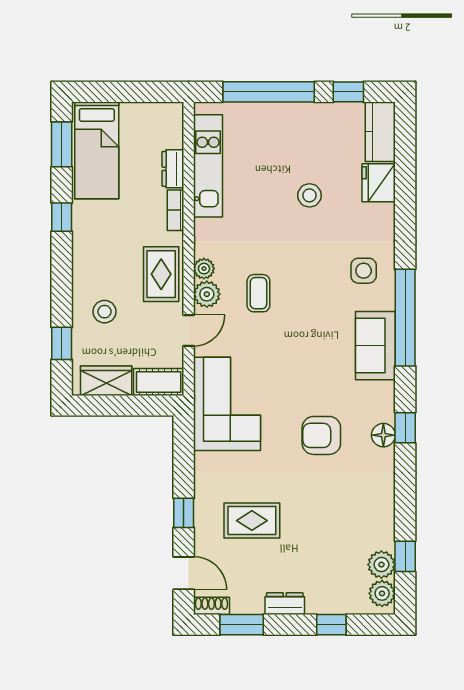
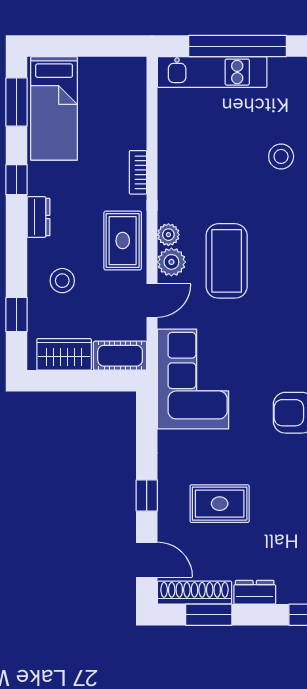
kitchen unit: (208, 166) -> (212, 72), moved, turned 90
dresser: (173, 169) -> (39, 217), moved, turned 180
coffee table: (258, 293) -> (227, 261), width x1.86, depth x1.72
shoe rack: (211, 606) -> (194, 593), width x1.94, depth x1.24

